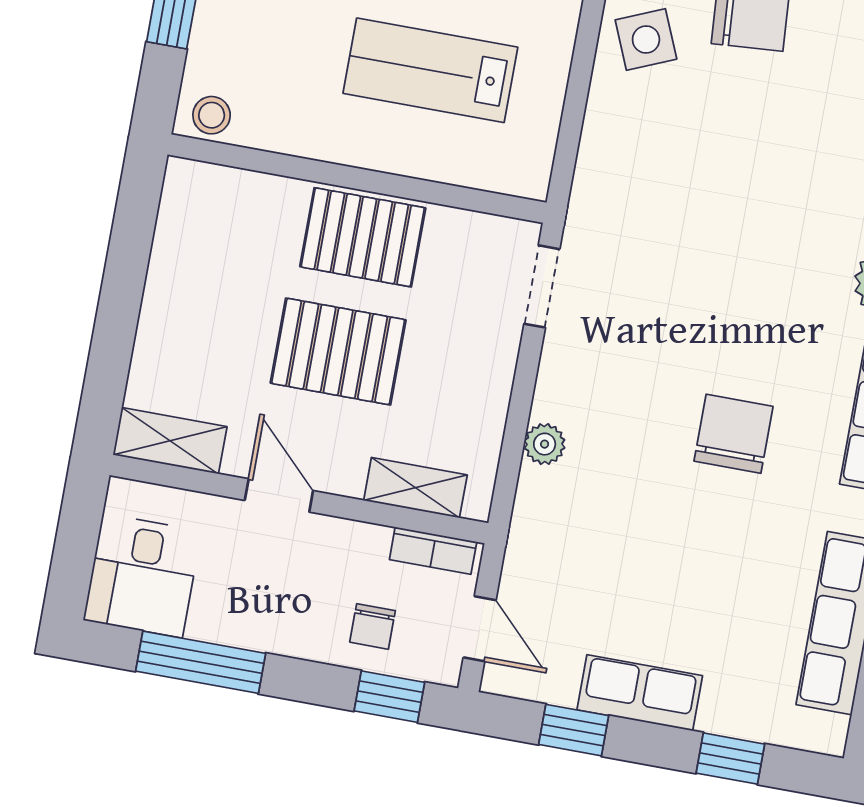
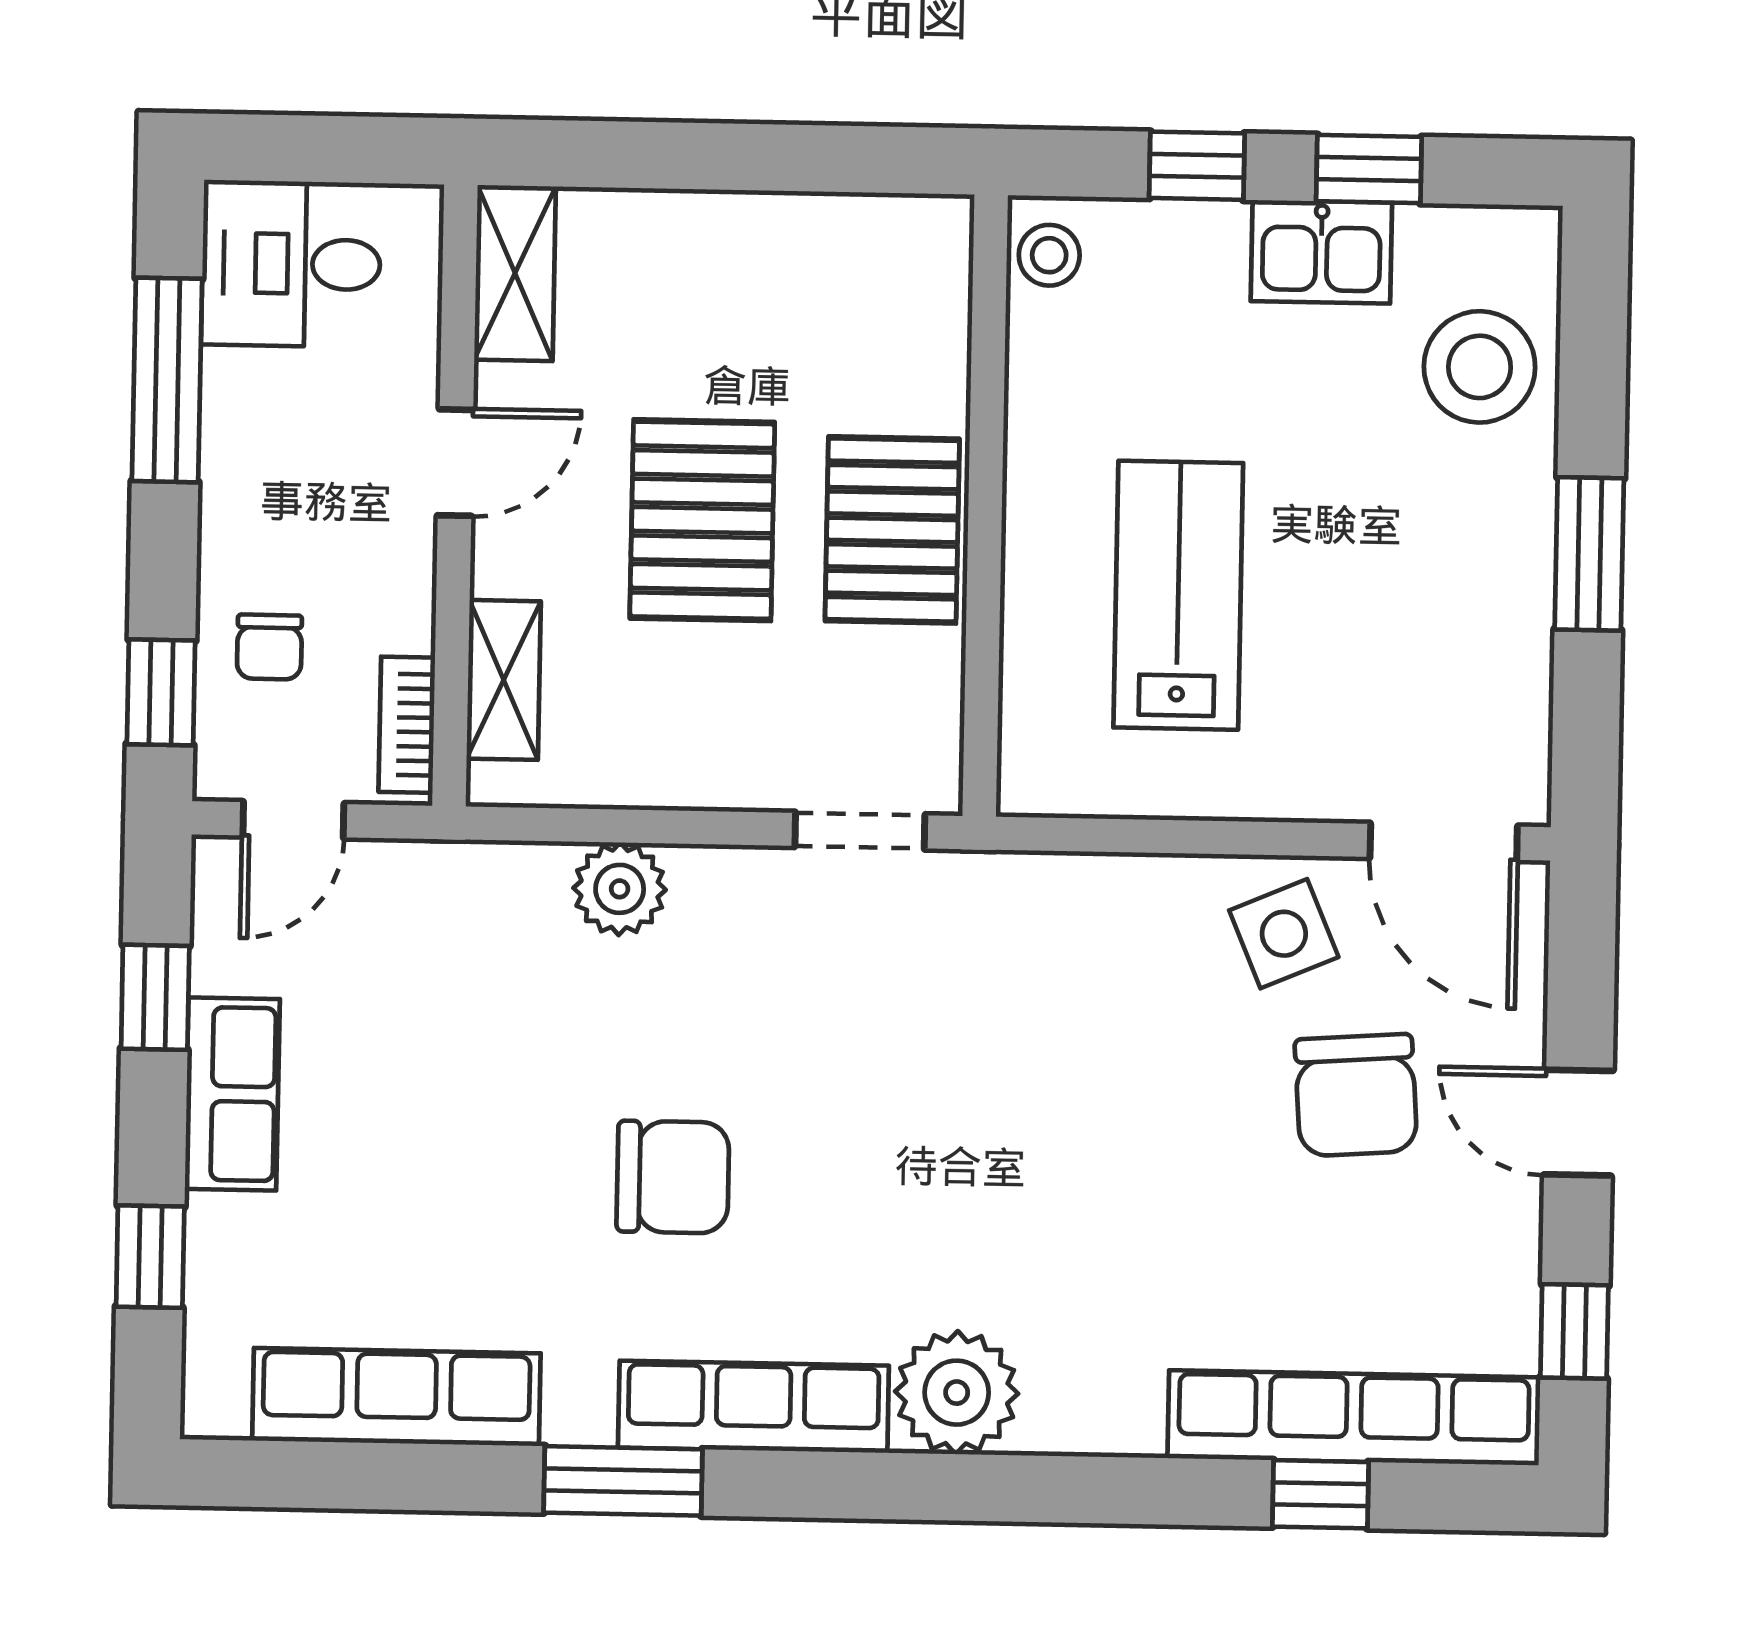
plant: (545, 444) -> (620, 889), width x1.38, depth x1.38
chair: (373, 626) -> (269, 647), turned -90

